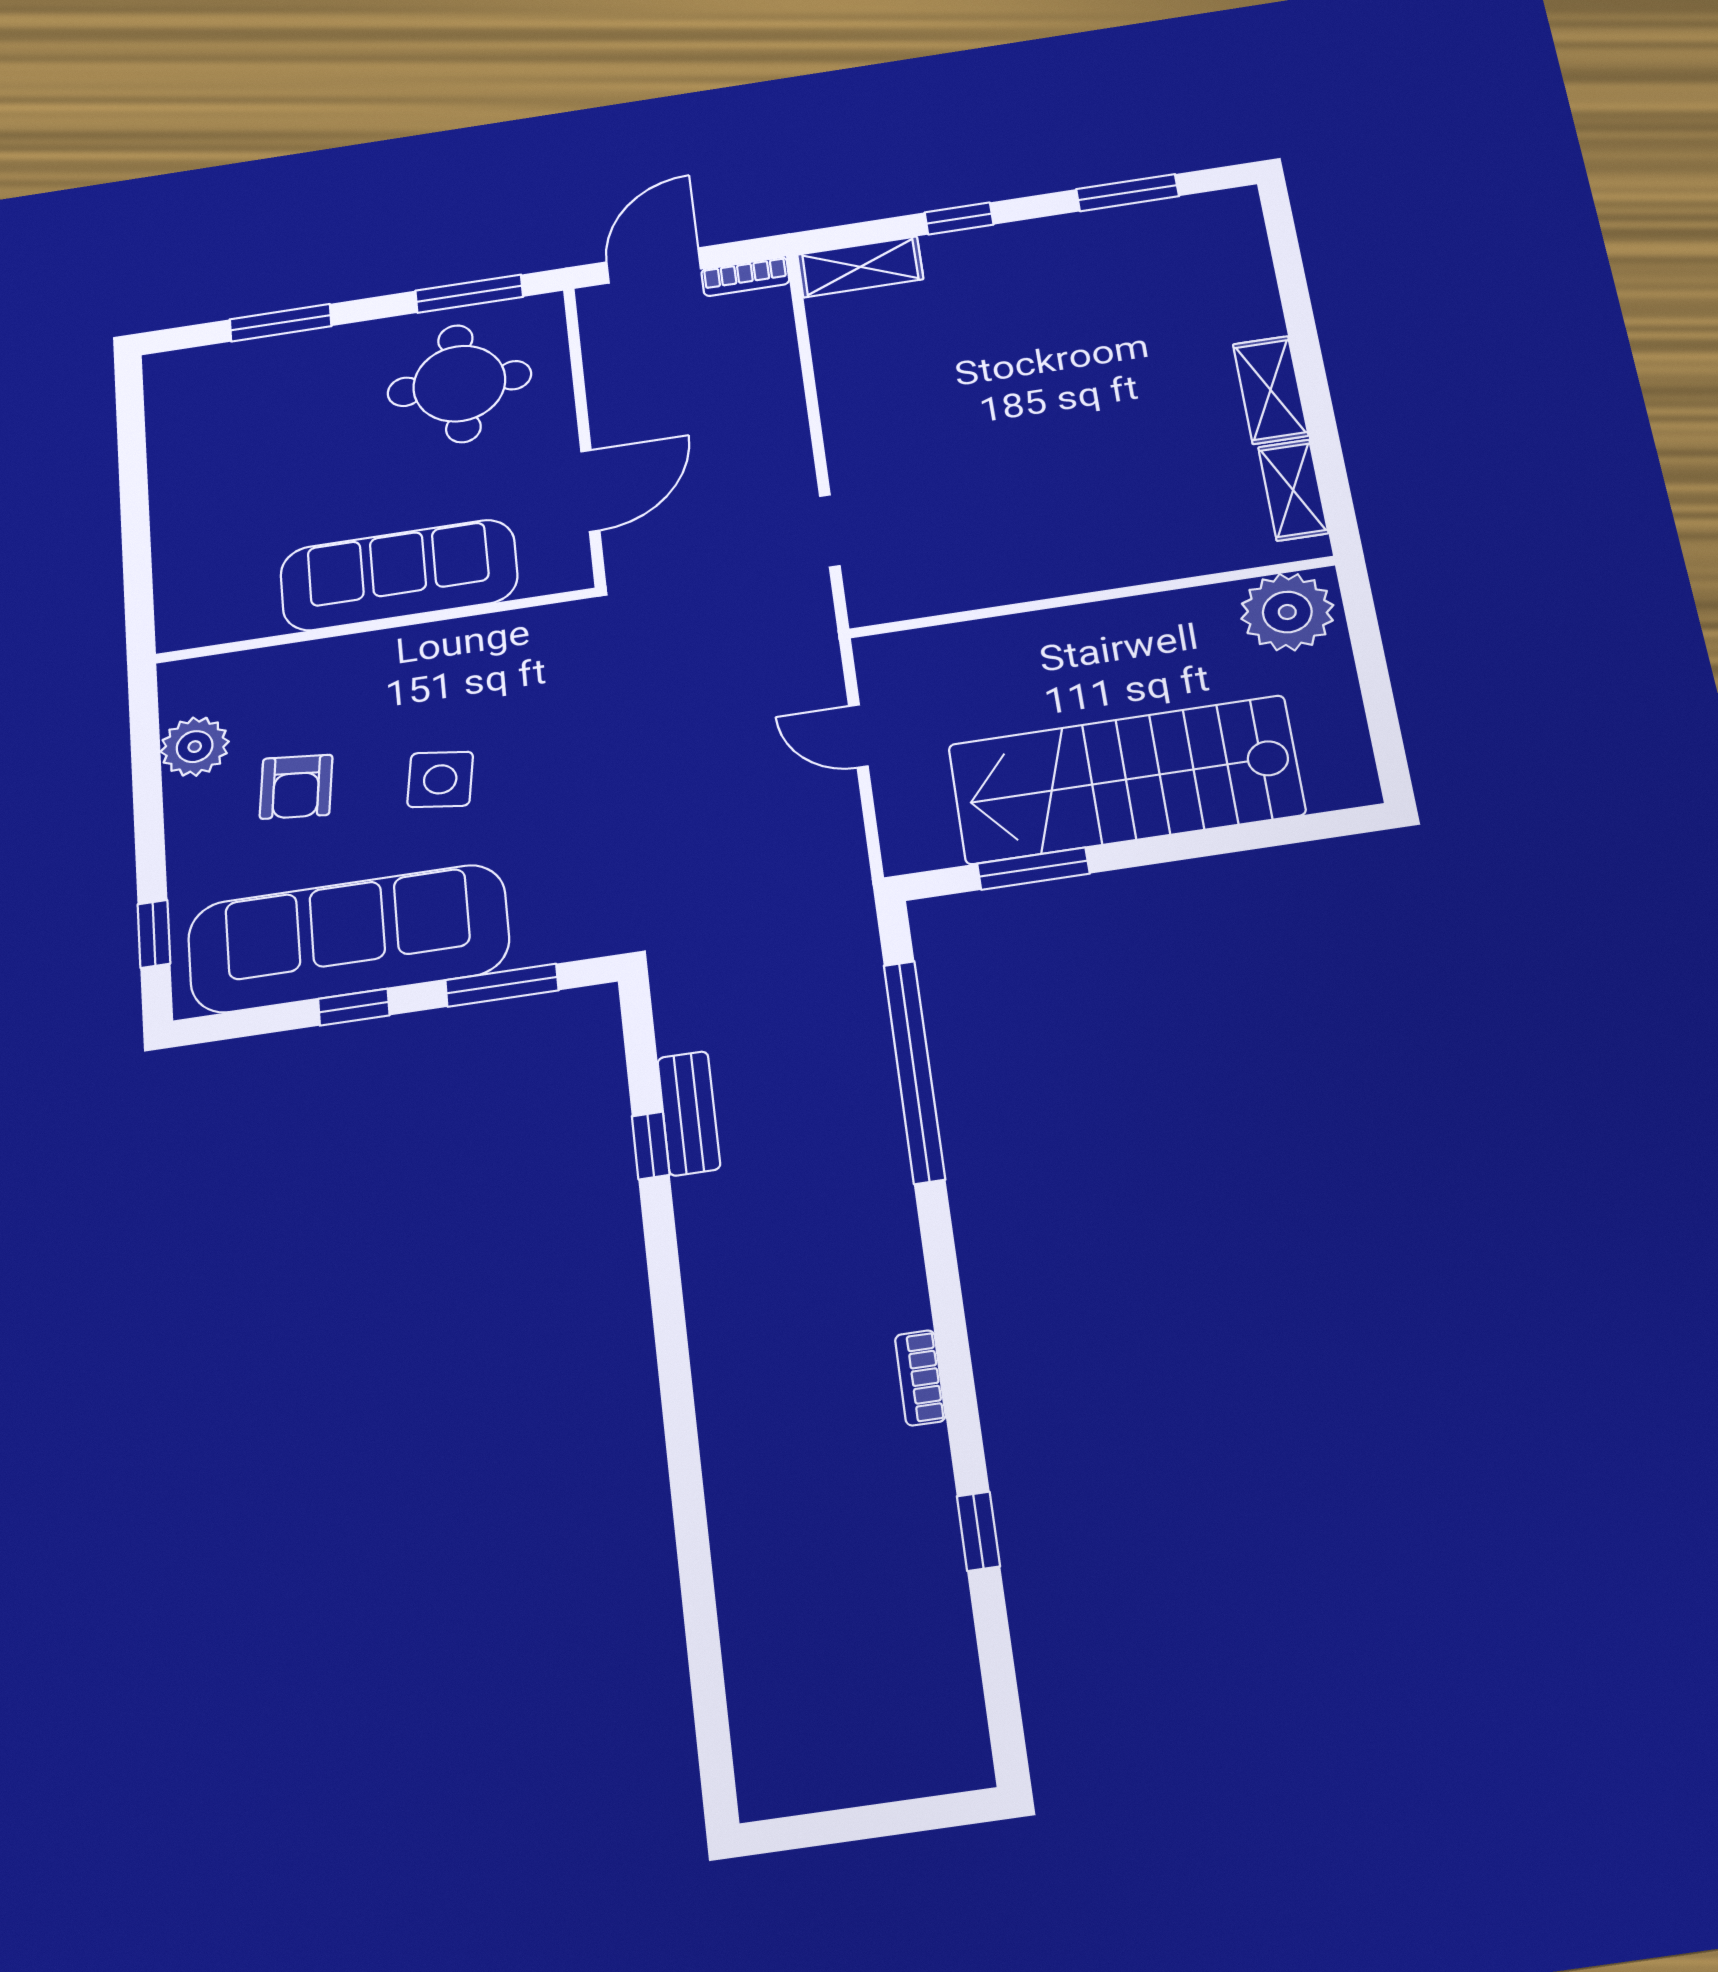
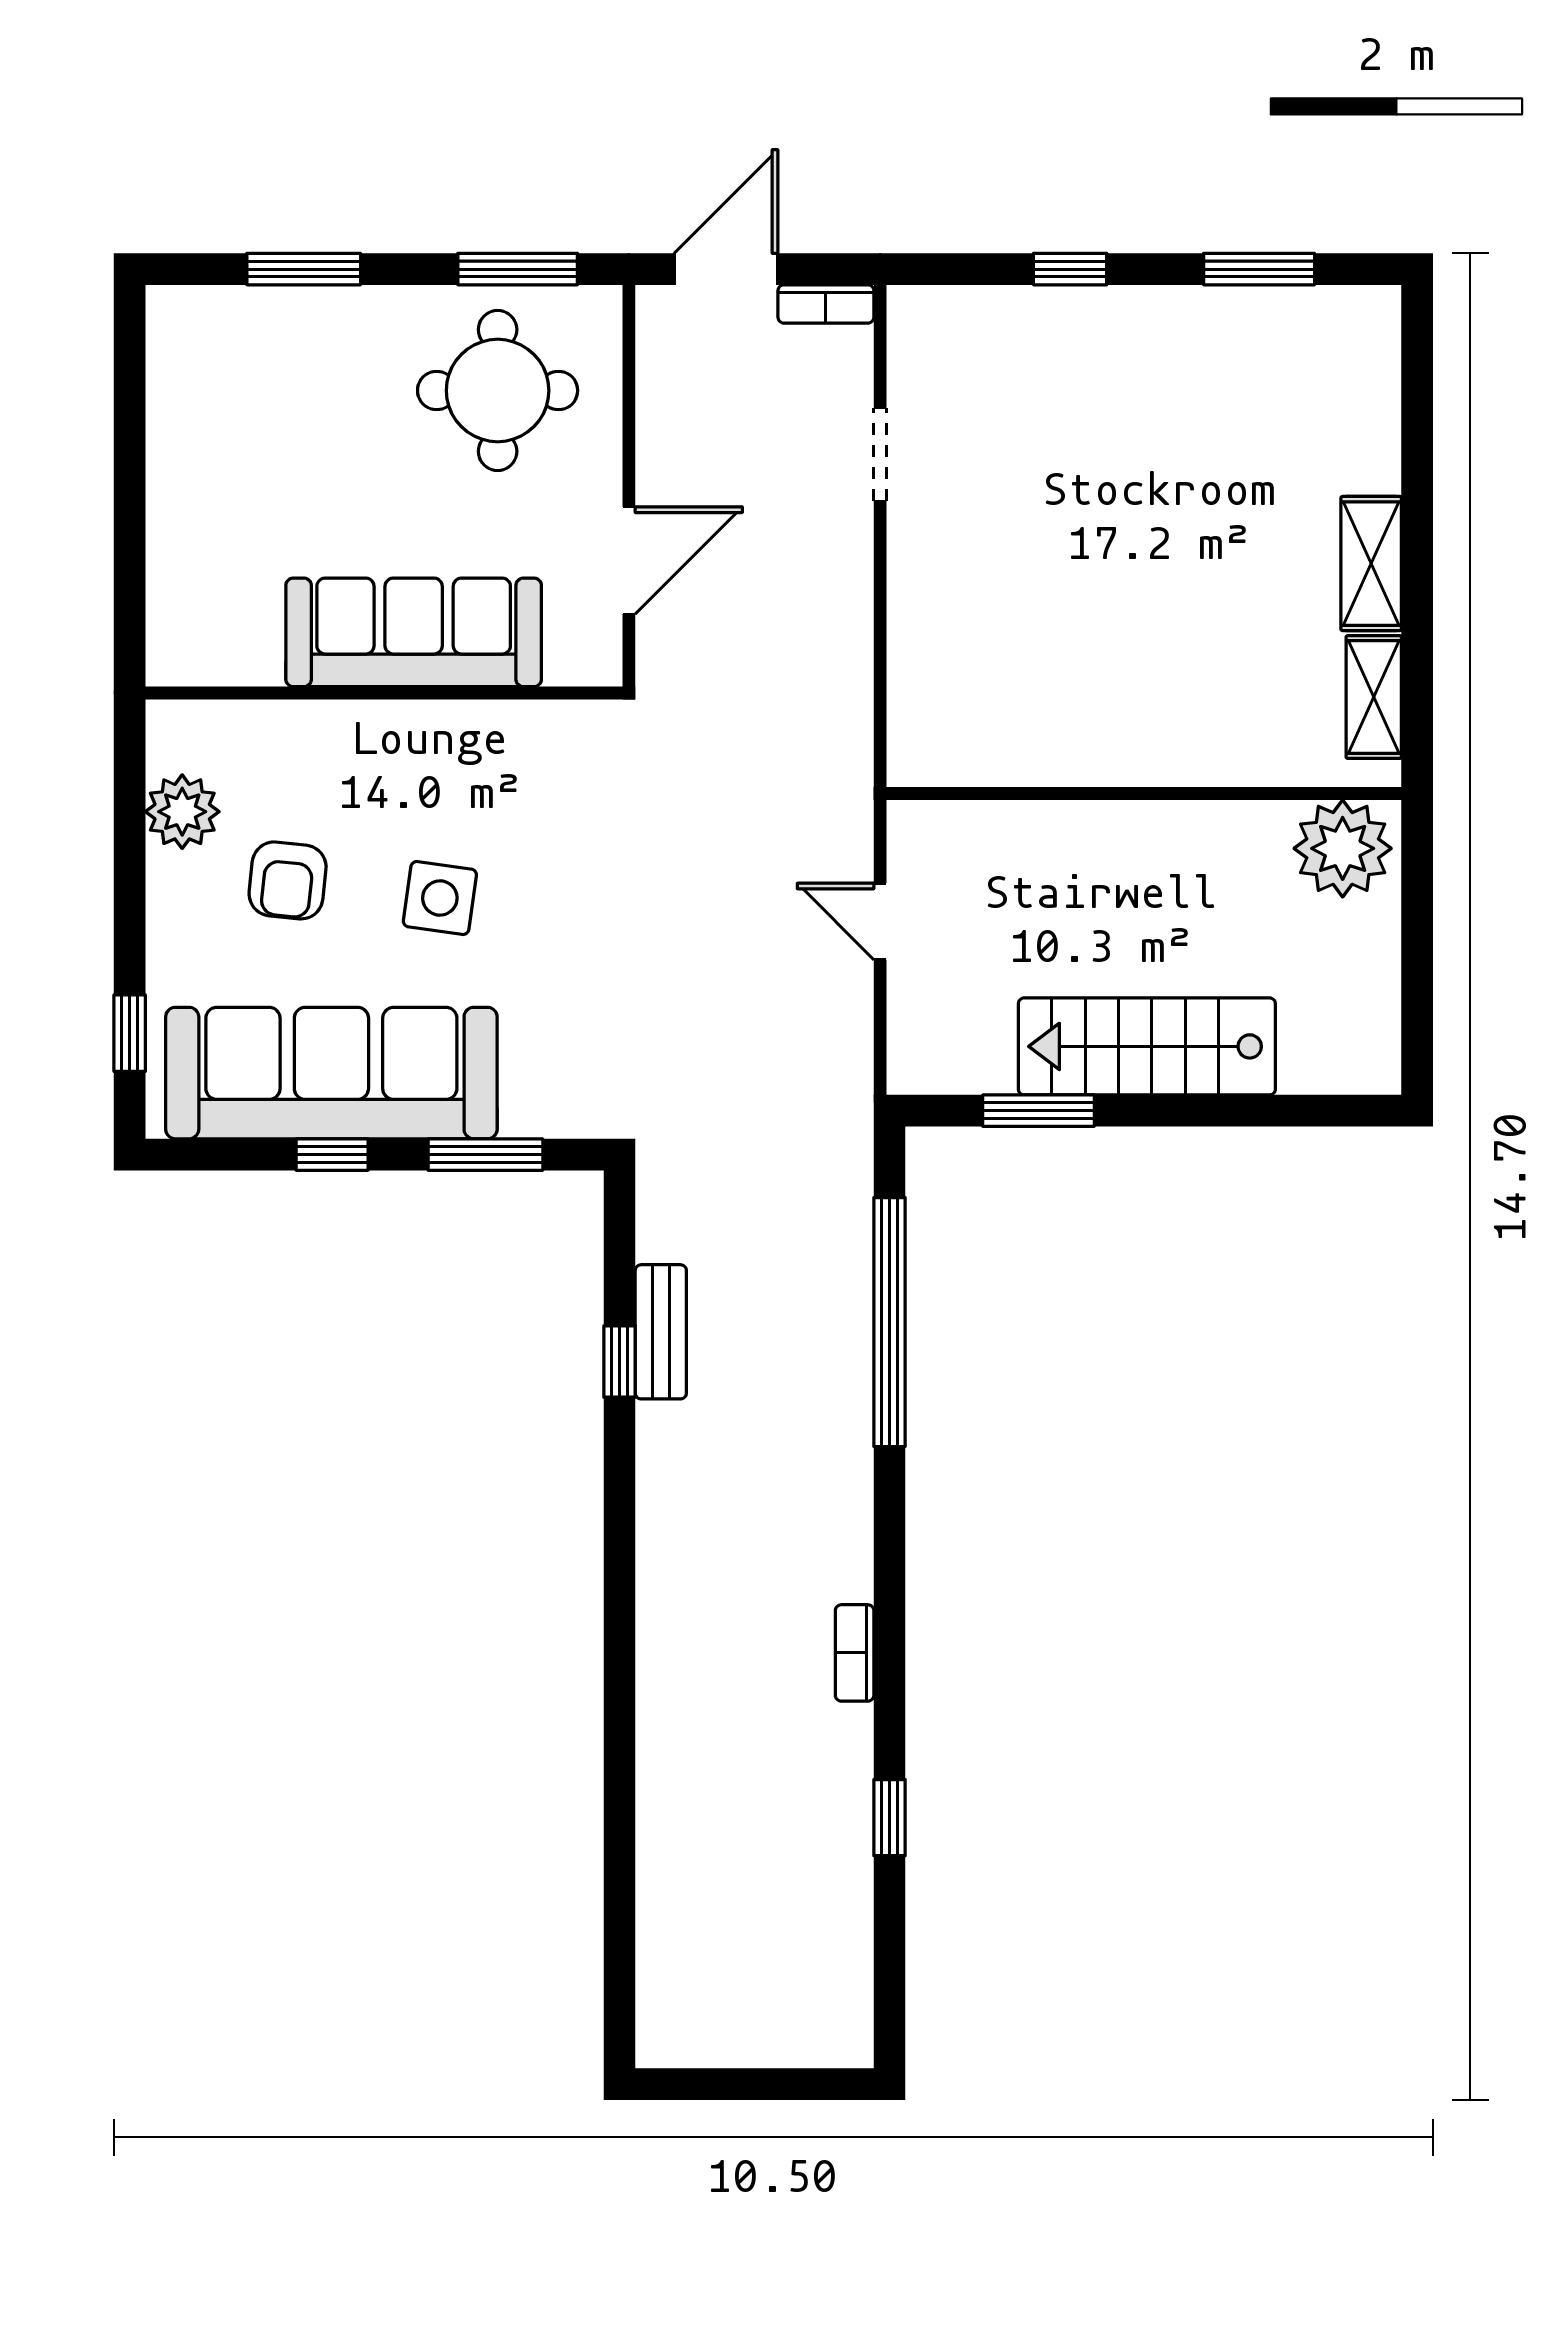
shelving: (860, 267) -> (954, 315), removed
doorway: (830, 531) -> (880, 454), moved
stairs: (1126, 779) -> (1147, 1046), width x0.73, depth x0.66

